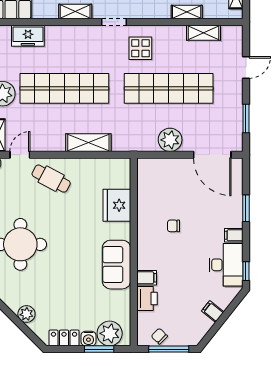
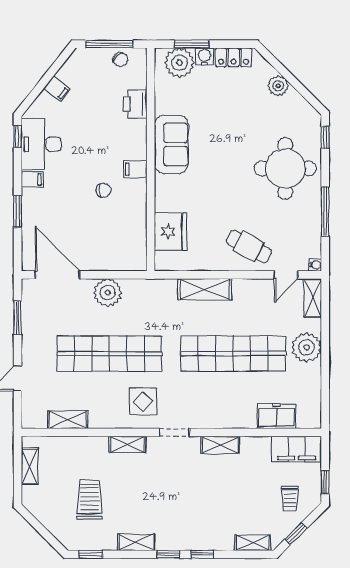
shelving: (187, 12) -> (127, 444), moved
fridge: (117, 205) -> (171, 232), moved
filing cabinet: (147, 278) -> (135, 169), moved

